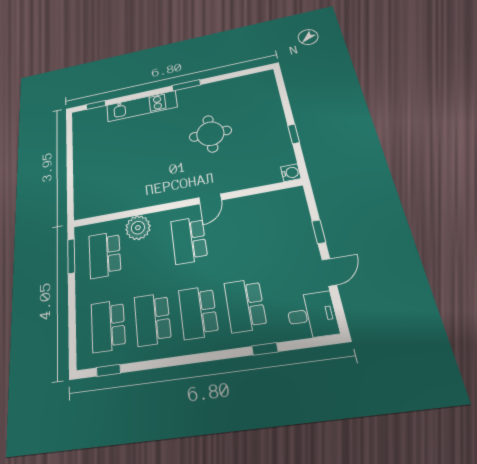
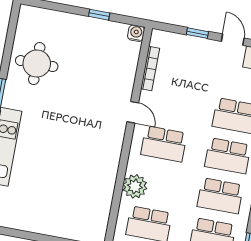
round table: (210, 134) -> (37, 64), moved
bookcase: (261, 199) -> (150, 69), added

